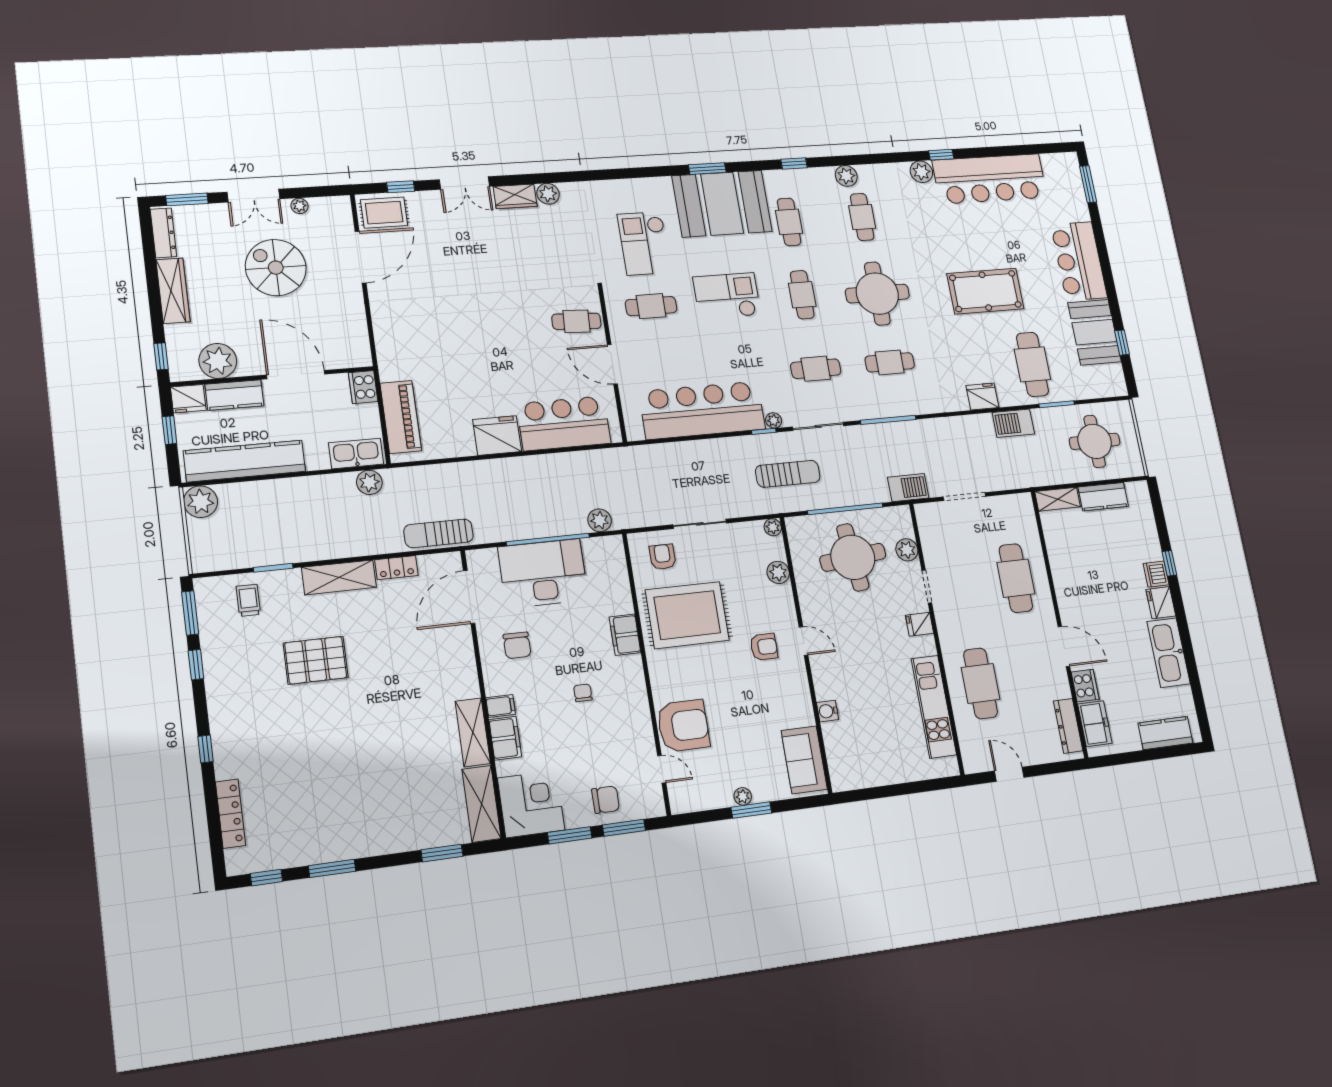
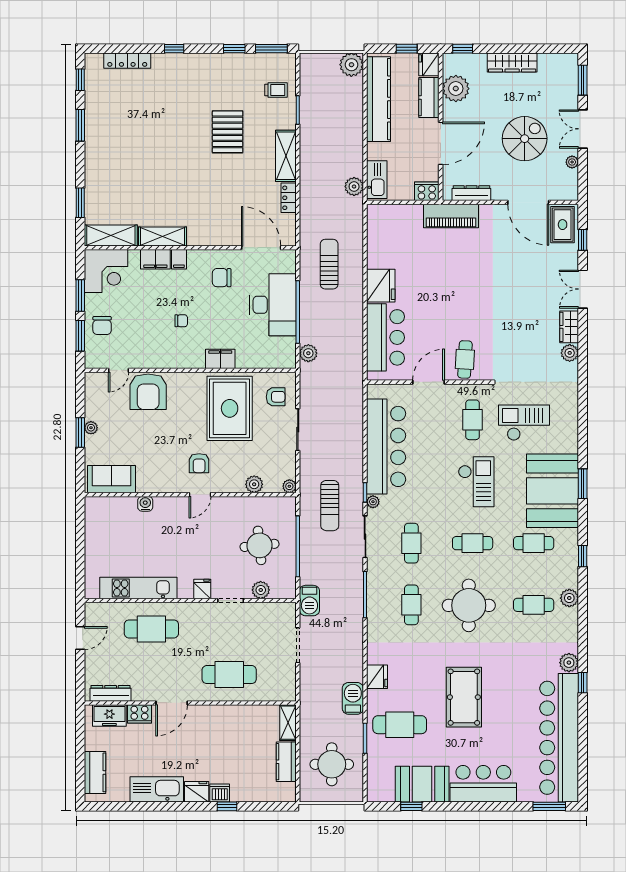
bar counter: (990, 179) -> (559, 738), width x1.36
dresser: (163, 233) -> (471, 193), moved, turned 180
piano: (401, 417) -> (451, 216), moved
sun lounger: (439, 533) -> (329, 264), moved
round table: (853, 557) -> (259, 545), width x0.73, depth x0.73

